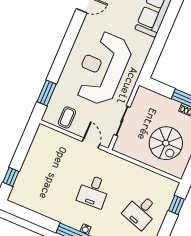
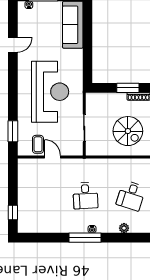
reception desk: (103, 68) -> (50, 92), turned 180
door: (91, 143) -> (53, 157), moved

